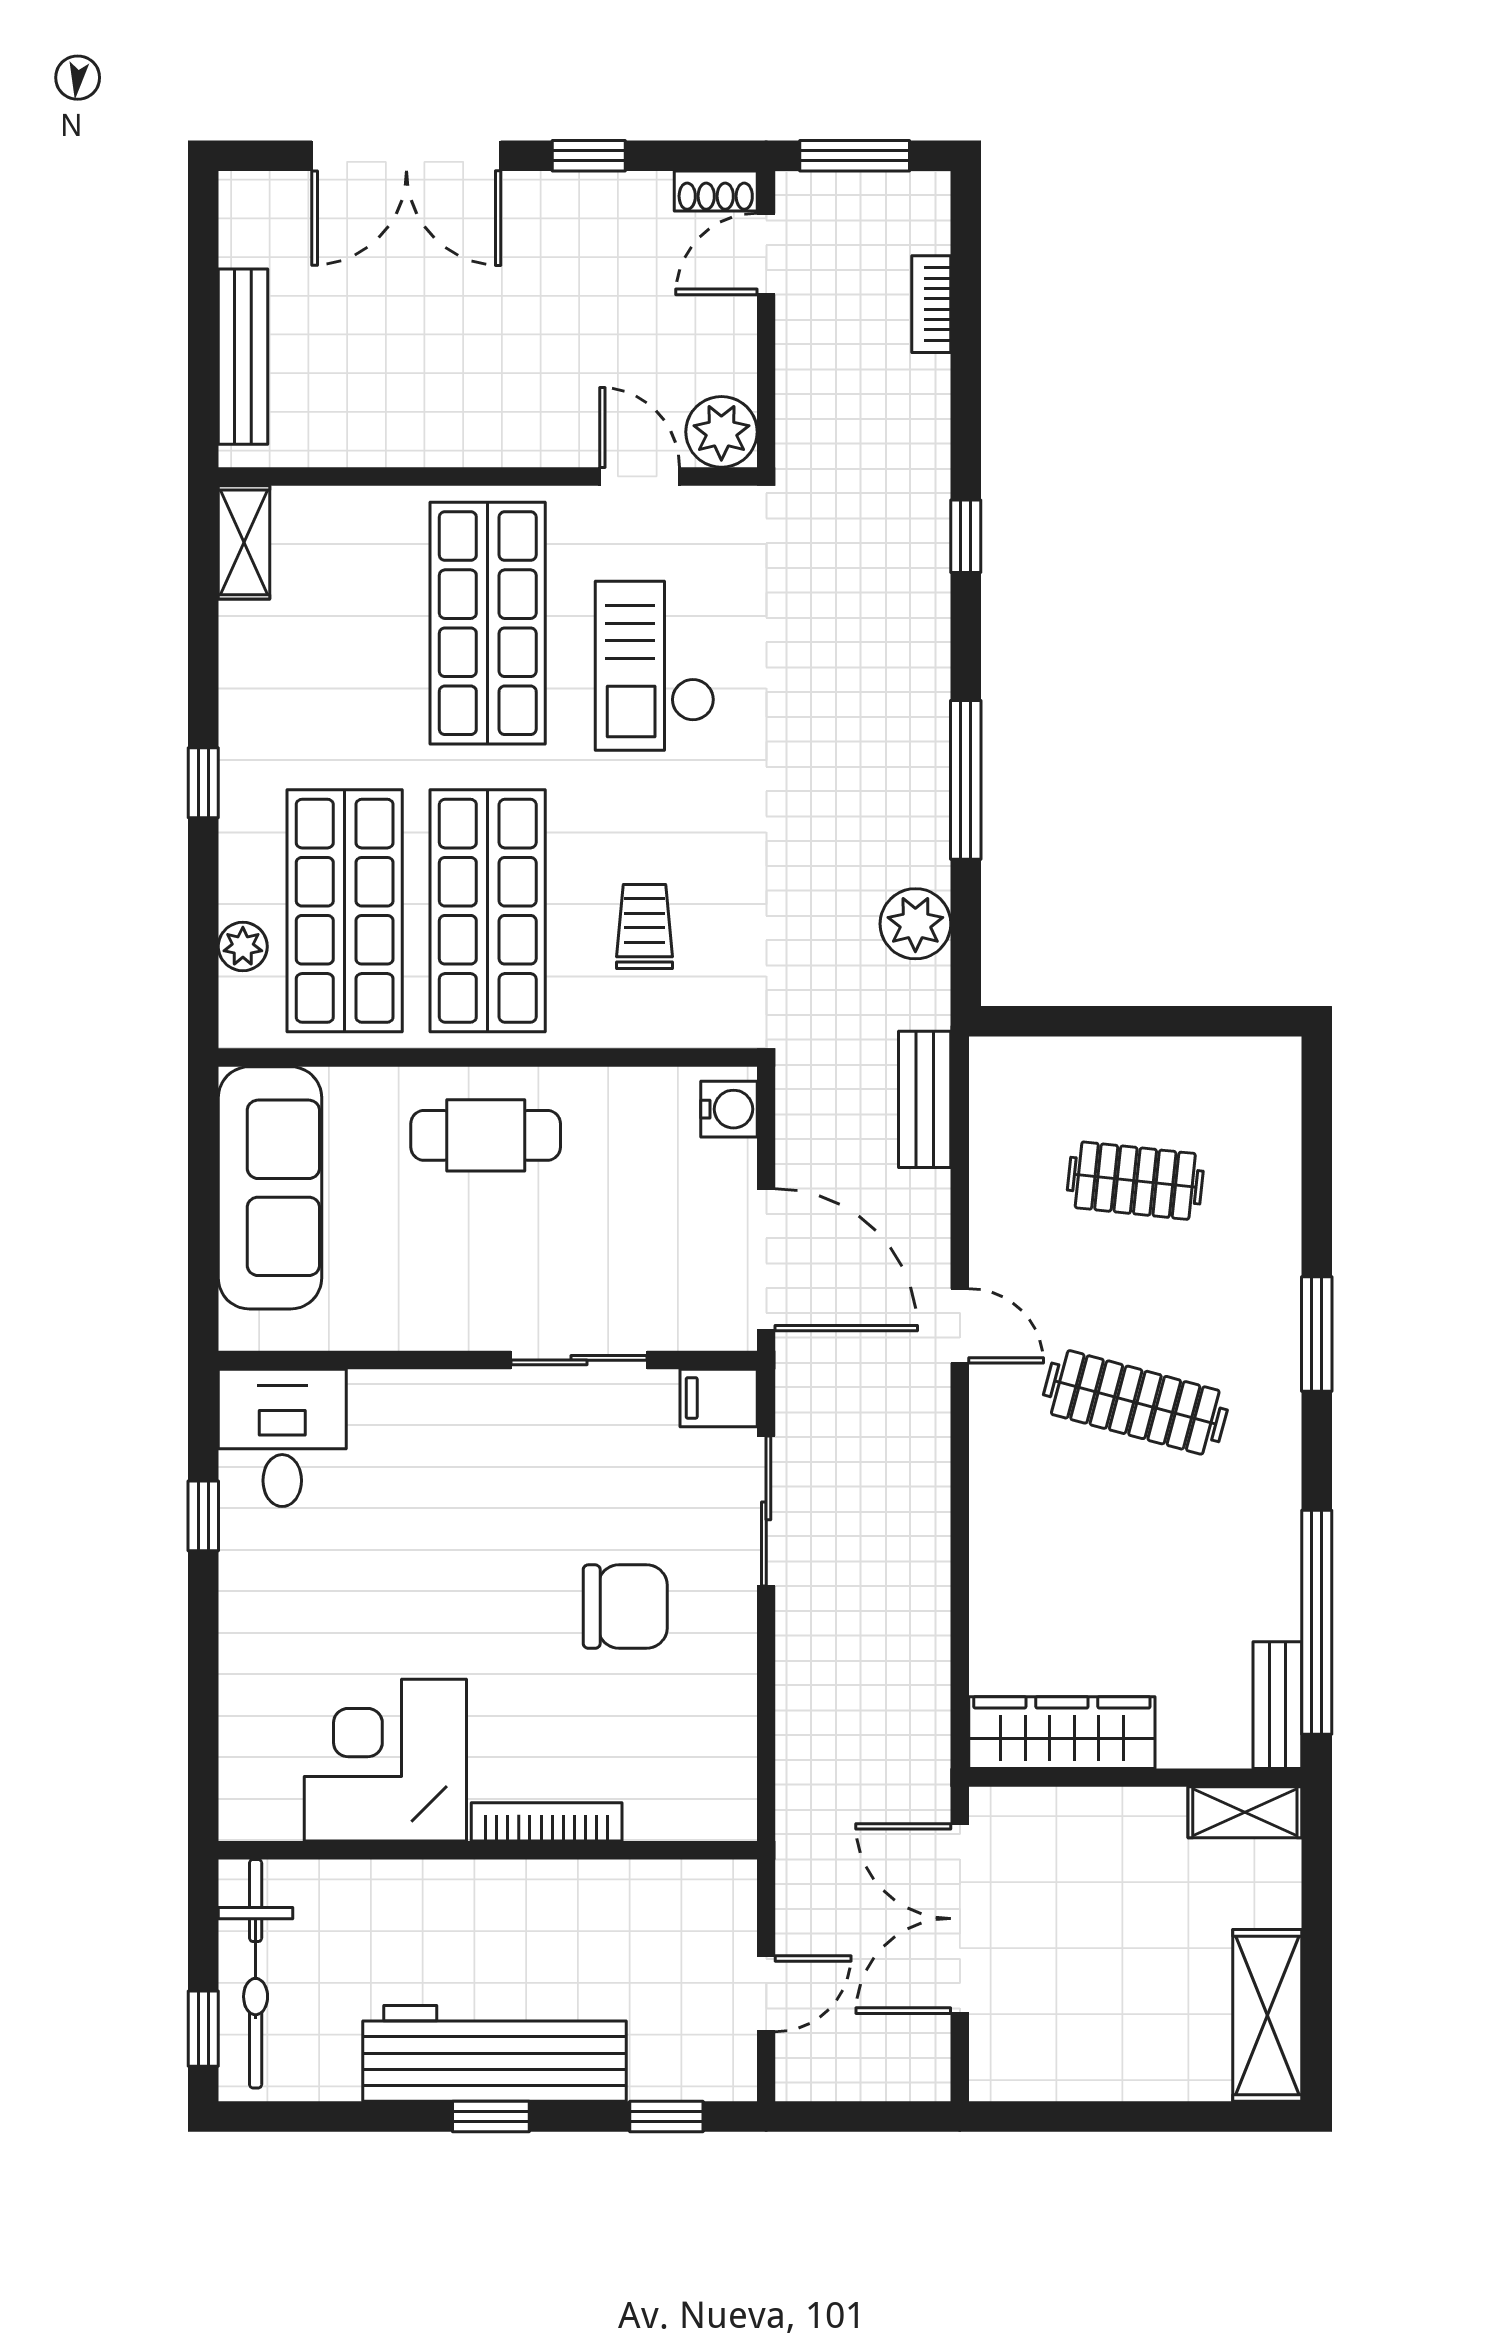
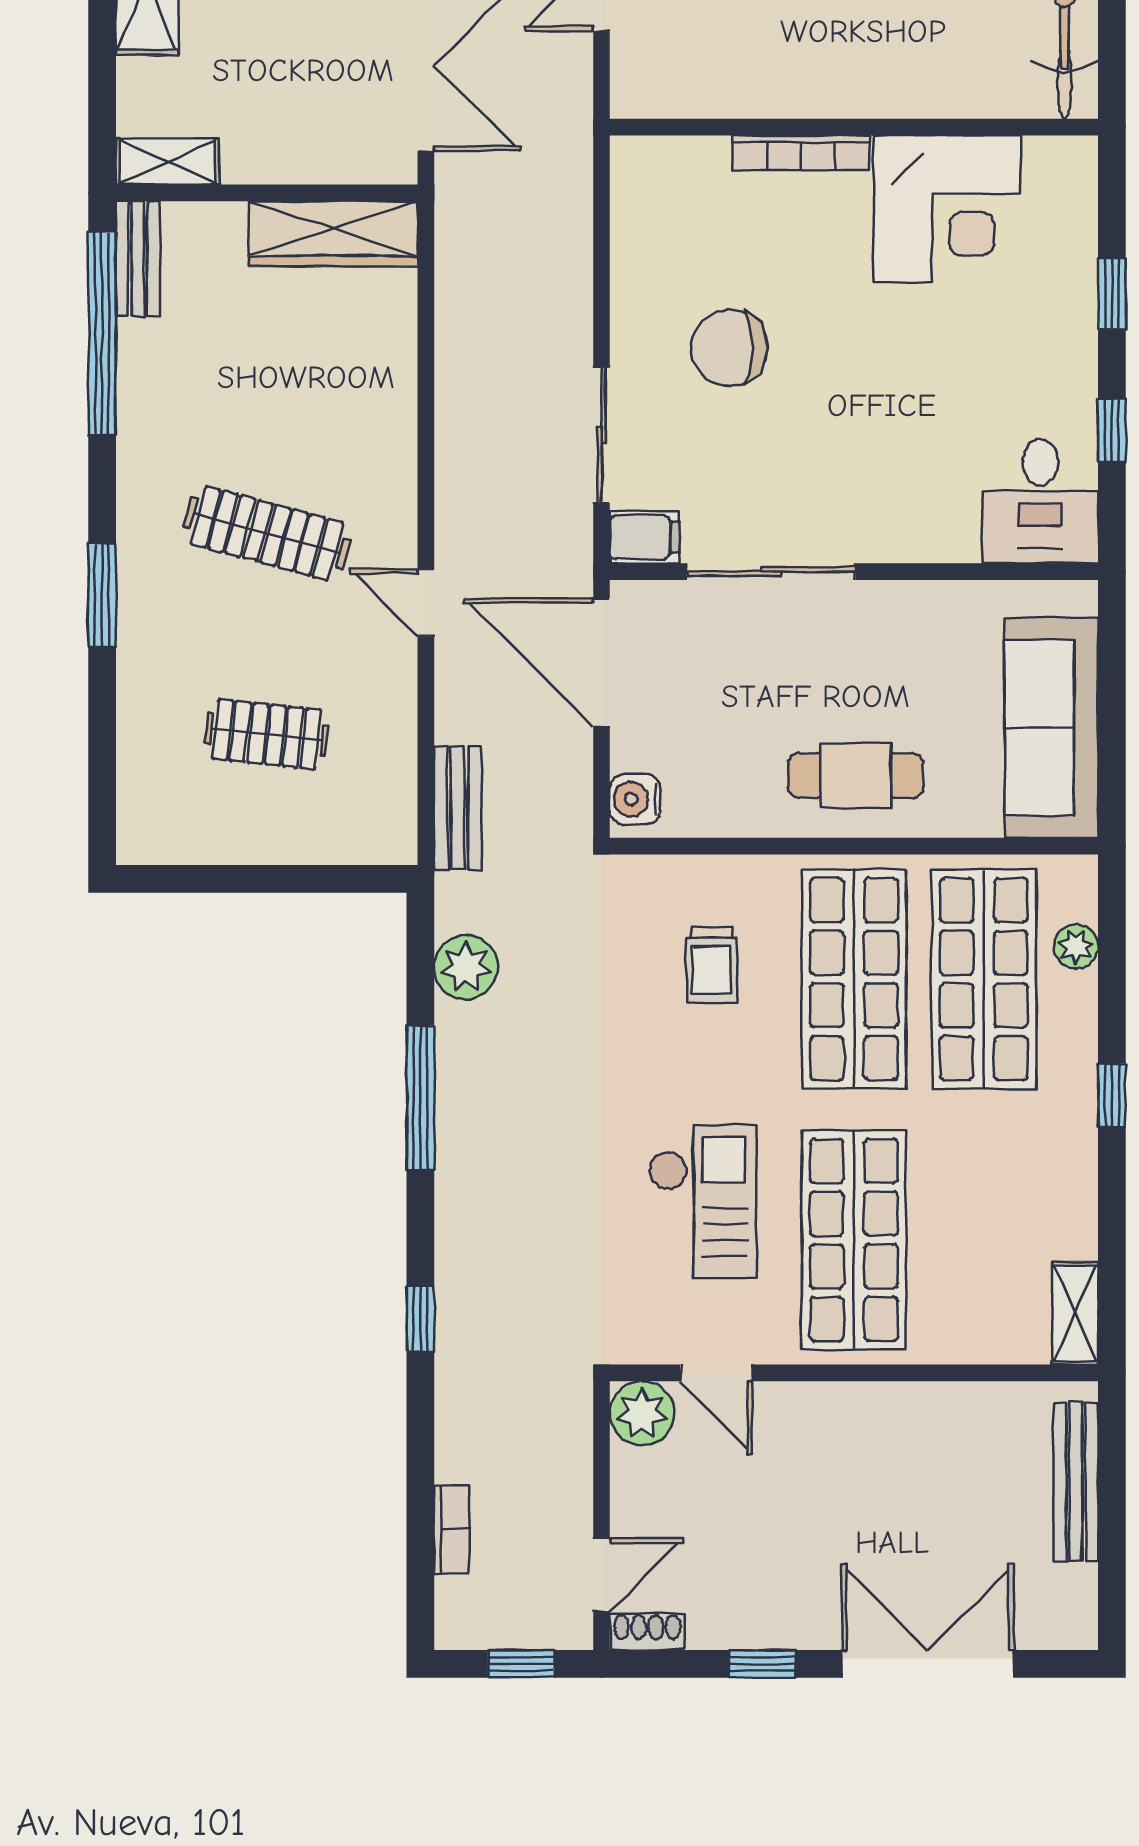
window: (855, 156) -> (521, 1664), width x0.67
sliding door: (579, 1360) -> (771, 572), width x1.37
window: (203, 1667) -> (1112, 294), added

